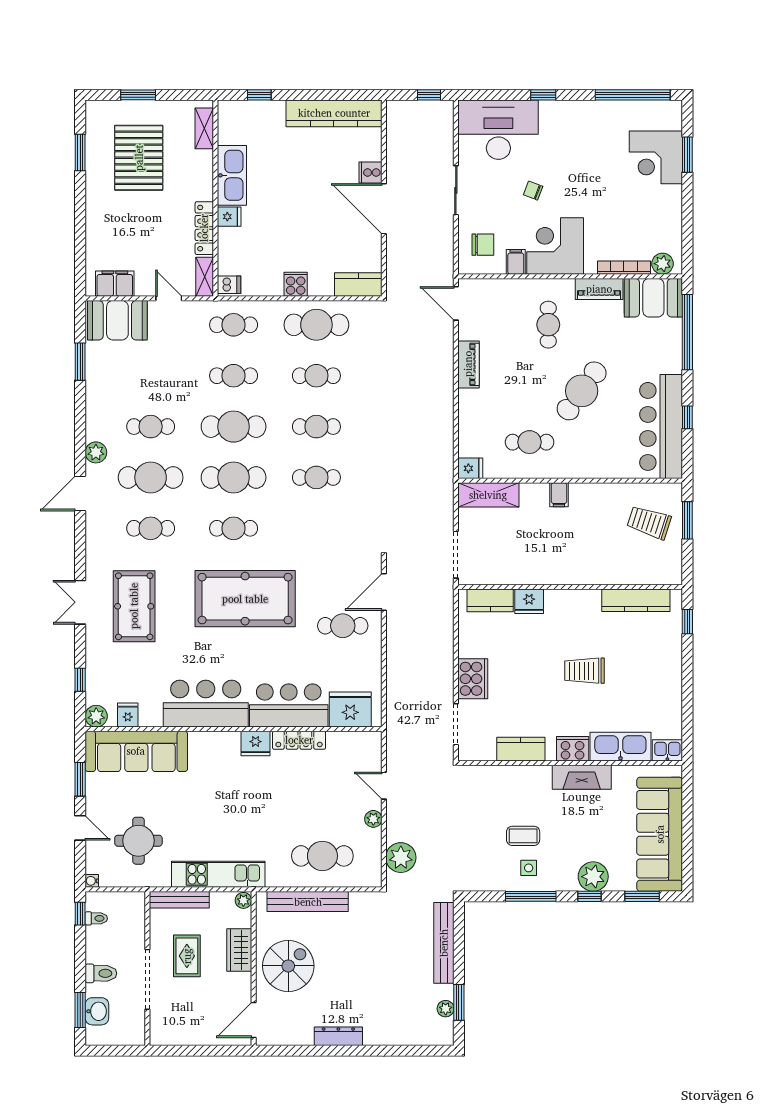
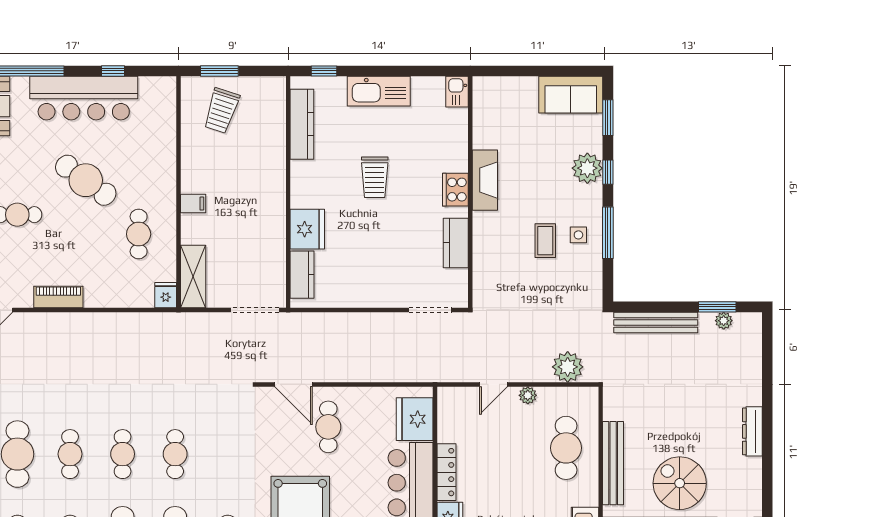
bar counter: (661, 426) -> (84, 98), moved
fridge: (529, 601) -> (307, 229), width x1.36, depth x1.34
cooker: (473, 679) -> (383, 293), removed
kitchen sink: (620, 747) -> (379, 91), moved, turned -90
sofa: (660, 834) -> (571, 95), width x0.54, depth x0.79

